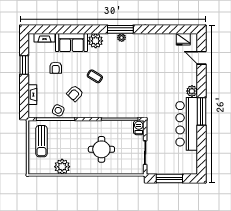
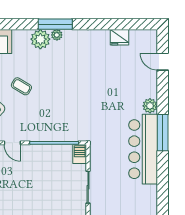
fridge: (183, 39) -> (119, 37), moved
plant: (96, 41) -> (40, 39), moved
door: (88, 119) -> (12, 143), added
round table: (101, 149) -> (30, 183), removed

